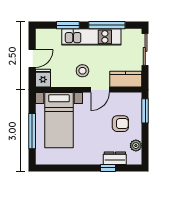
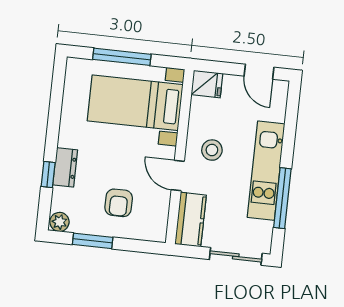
window: (68, 25) -> (289, 134), removed
door: (32, 58) -> (259, 72), moved
window: (145, 111) -> (93, 241), moved
plant: (136, 146) -> (59, 222), moved
dresser: (115, 158) -> (65, 167), moved

